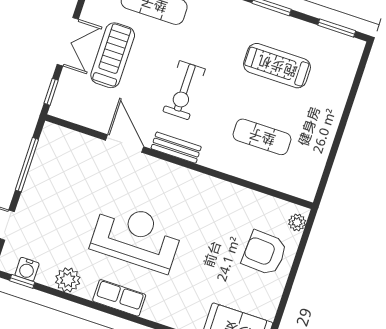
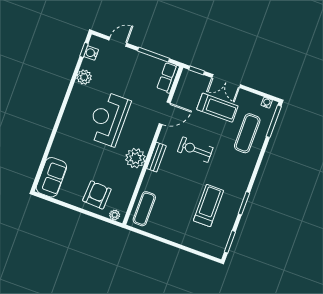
exercise mat: (262, 137) -> (144, 209), moved
bench: (176, 148) -> (156, 157), moved
plant: (201, 190) -> (135, 158), added
reception desk: (136, 237) -> (108, 119), turned 180
row of seats: (119, 298) -> (168, 78), moved, turned 180

